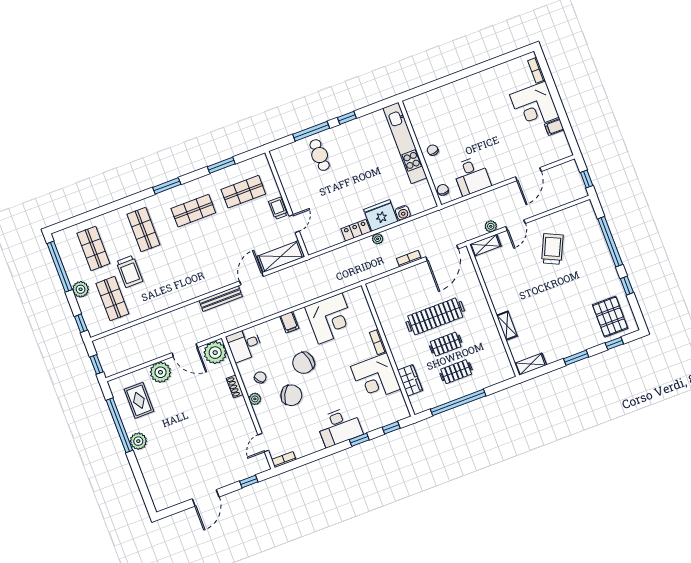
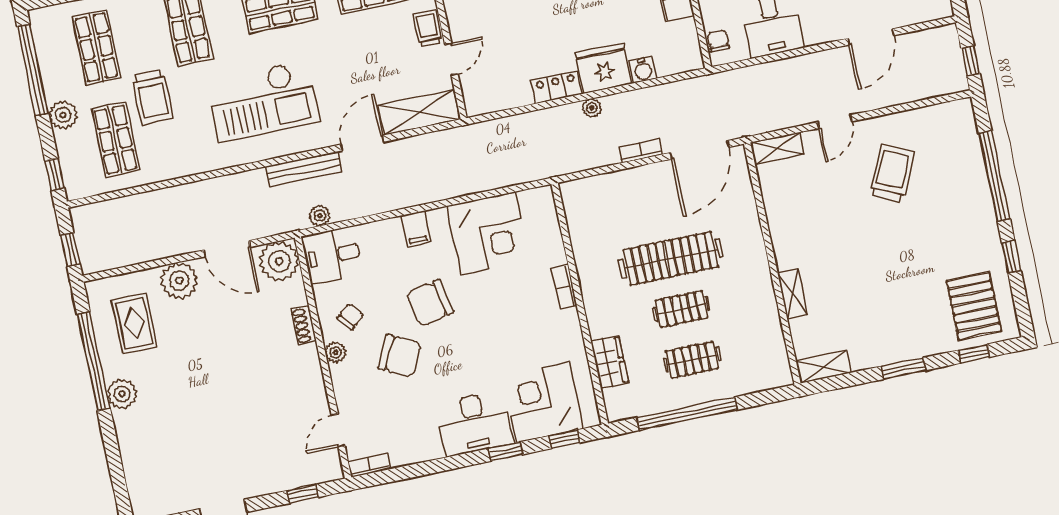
plant: (491, 226) -> (320, 216), moved
checkout: (192, 264) -> (263, 101), added
corner desk: (376, 378) -> (543, 402), moved, turned 90

